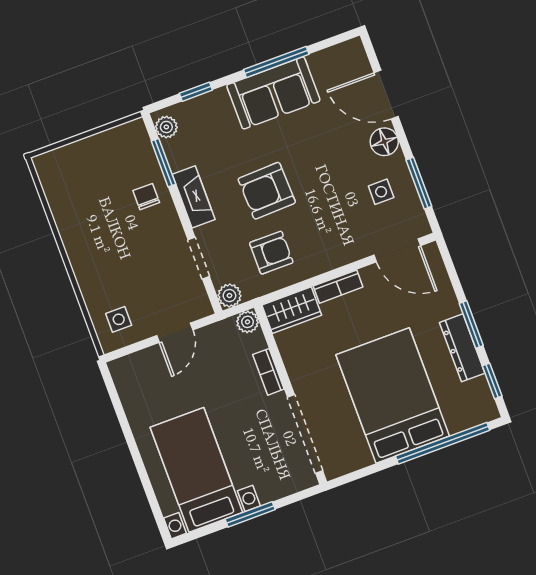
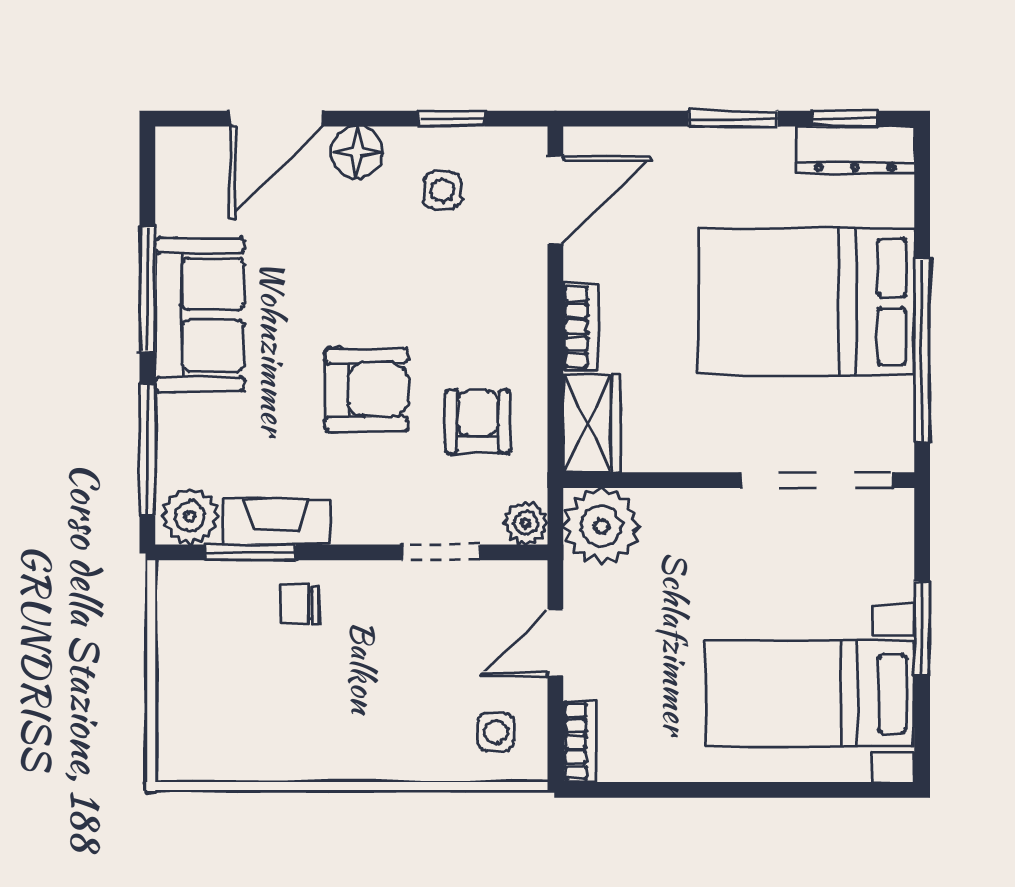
window: (196, 92) -> (147, 450), width x2.17
plant: (166, 127) -> (190, 516), width x1.38, depth x1.38
window: (419, 183) -> (452, 119), width x0.67
armchair: (267, 191) -> (367, 390), turned -88
fireplace: (194, 197) -> (276, 522), moved
plant: (248, 322) -> (601, 526), width x1.88, depth x1.88
door: (175, 333) -> (555, 643), swing flipped
dresser: (462, 348) -> (855, 149), moved
bookcase: (268, 372) -> (579, 742), moved, turned -90
window: (443, 443) -> (922, 350), moved

